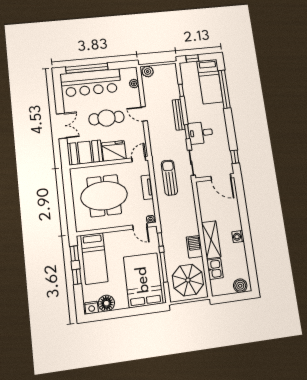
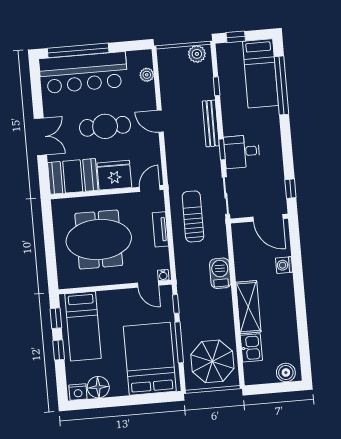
plant: (148, 72) -> (197, 54), moved
washing machine: (238, 237) -> (284, 265), moved
barbecue: (194, 247) -> (220, 273), moved

